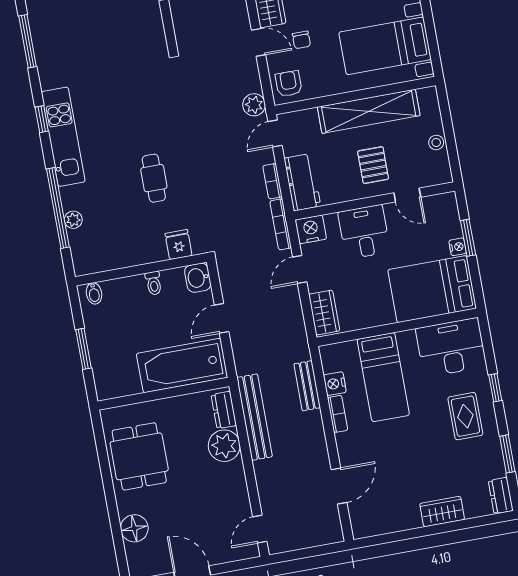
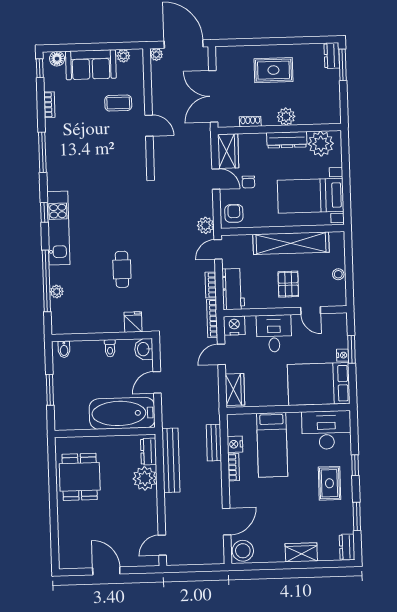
stool: (366, 521) -> (243, 551), added
floor lamp: (134, 528) -> (68, 530), removed

